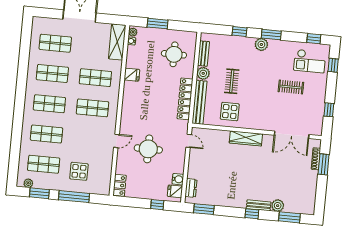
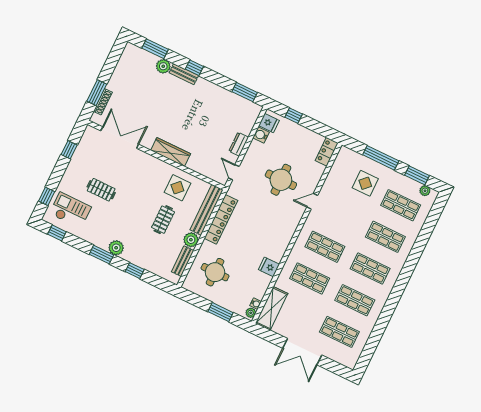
dresser: (191, 188) -> (239, 144), moved

